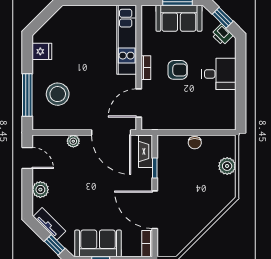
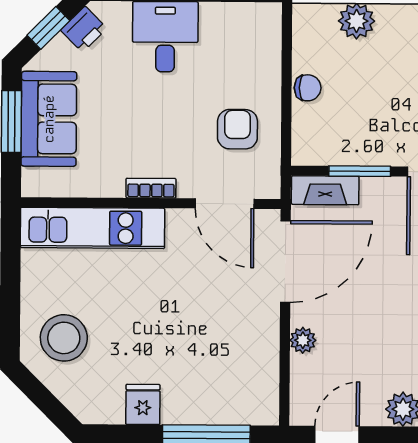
fridge: (42, 51) -> (143, 404), moved
armchair: (178, 70) -> (237, 129), moved
stool: (58, 94) -> (64, 338), moved
window: (155, 168) -> (360, 171), width x1.50

